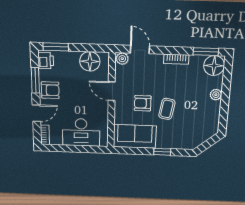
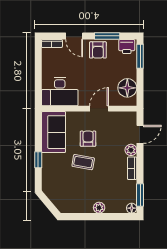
plant: (122, 59) -> (131, 150), moved
floor lamp: (214, 66) -> (132, 208), width x0.53, depth x0.53
desk: (81, 132) -> (60, 92), moved, turned -90

